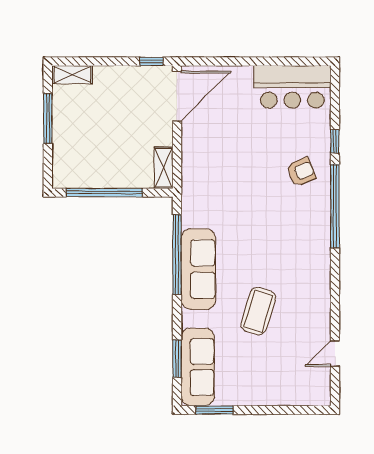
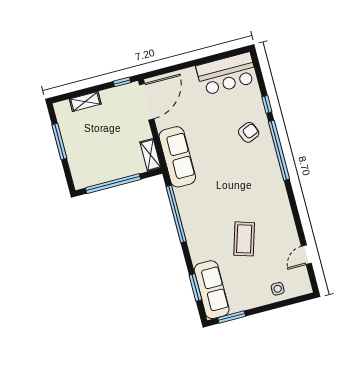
shelving: (72, 75) -> (85, 102), moved
sofa: (198, 269) -> (177, 157), moved
side table: (285, 389) -> (278, 289), added

